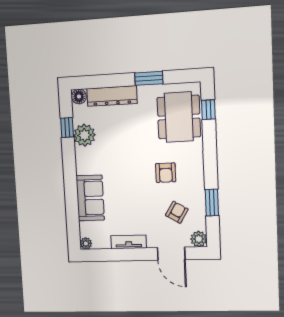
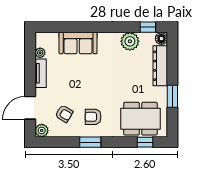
window: (67, 128) -> (148, 27), moved
armchair: (166, 173) -> (93, 117), moved
window: (212, 203) -> (90, 142), moved
plant: (86, 243) -> (40, 53), moved

